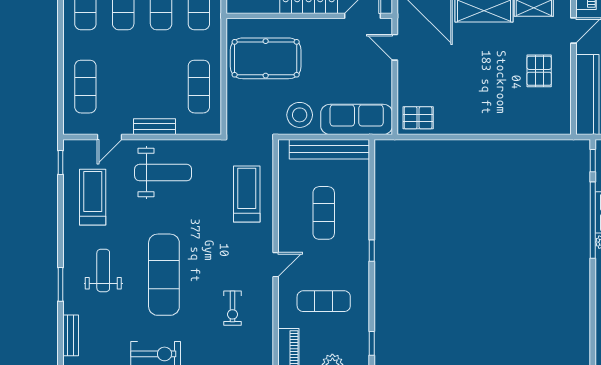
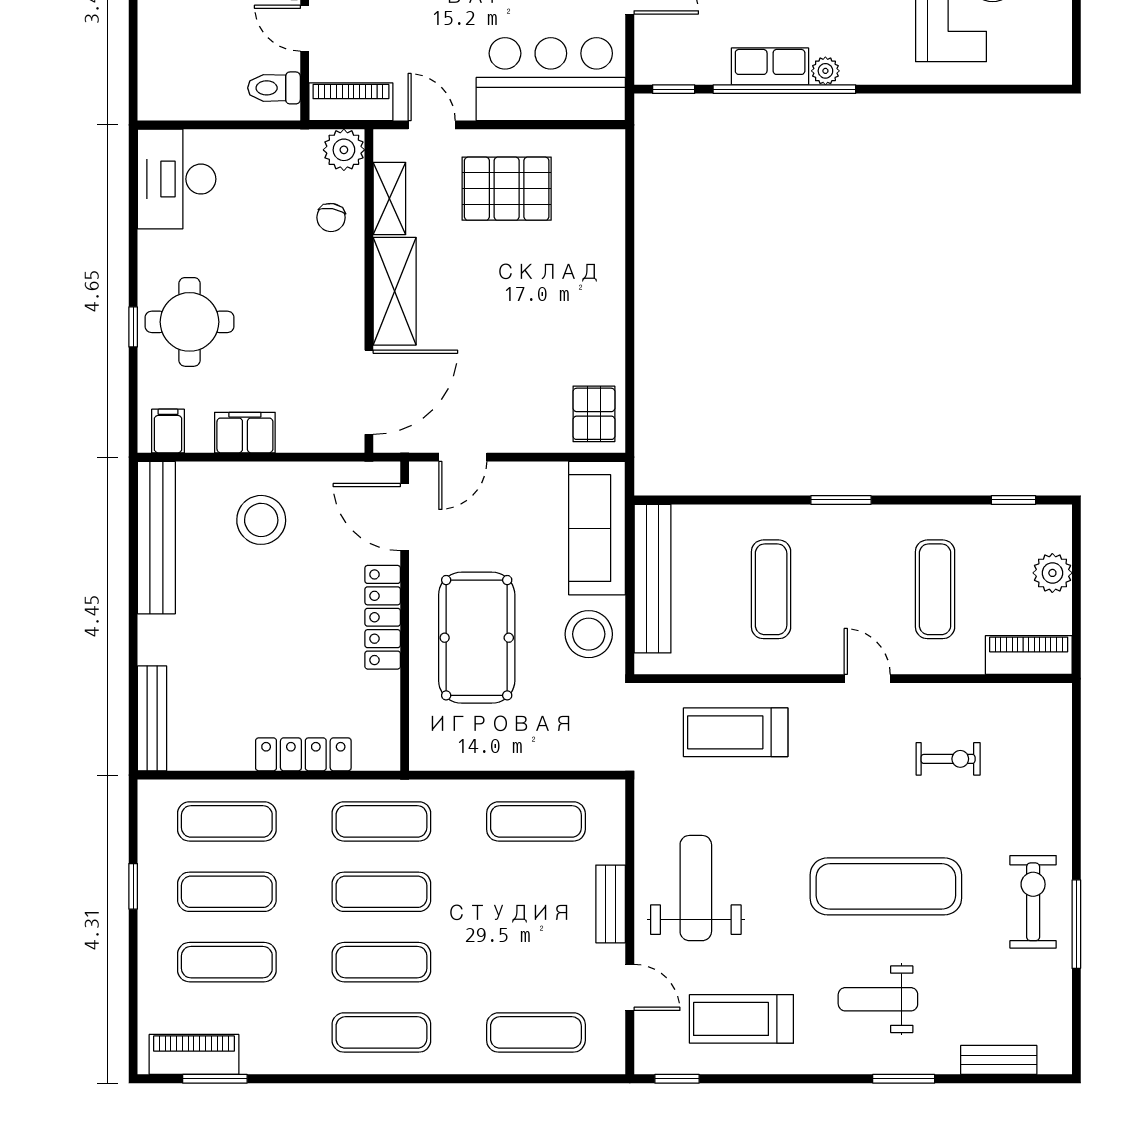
pool table: (266, 58) -> (477, 638), moved
pallet: (539, 71) -> (507, 189), width x1.50, depth x1.42
exercise mat: (324, 213) -> (771, 589), turned 90
window: (372, 251) -> (841, 500), width x1.50

